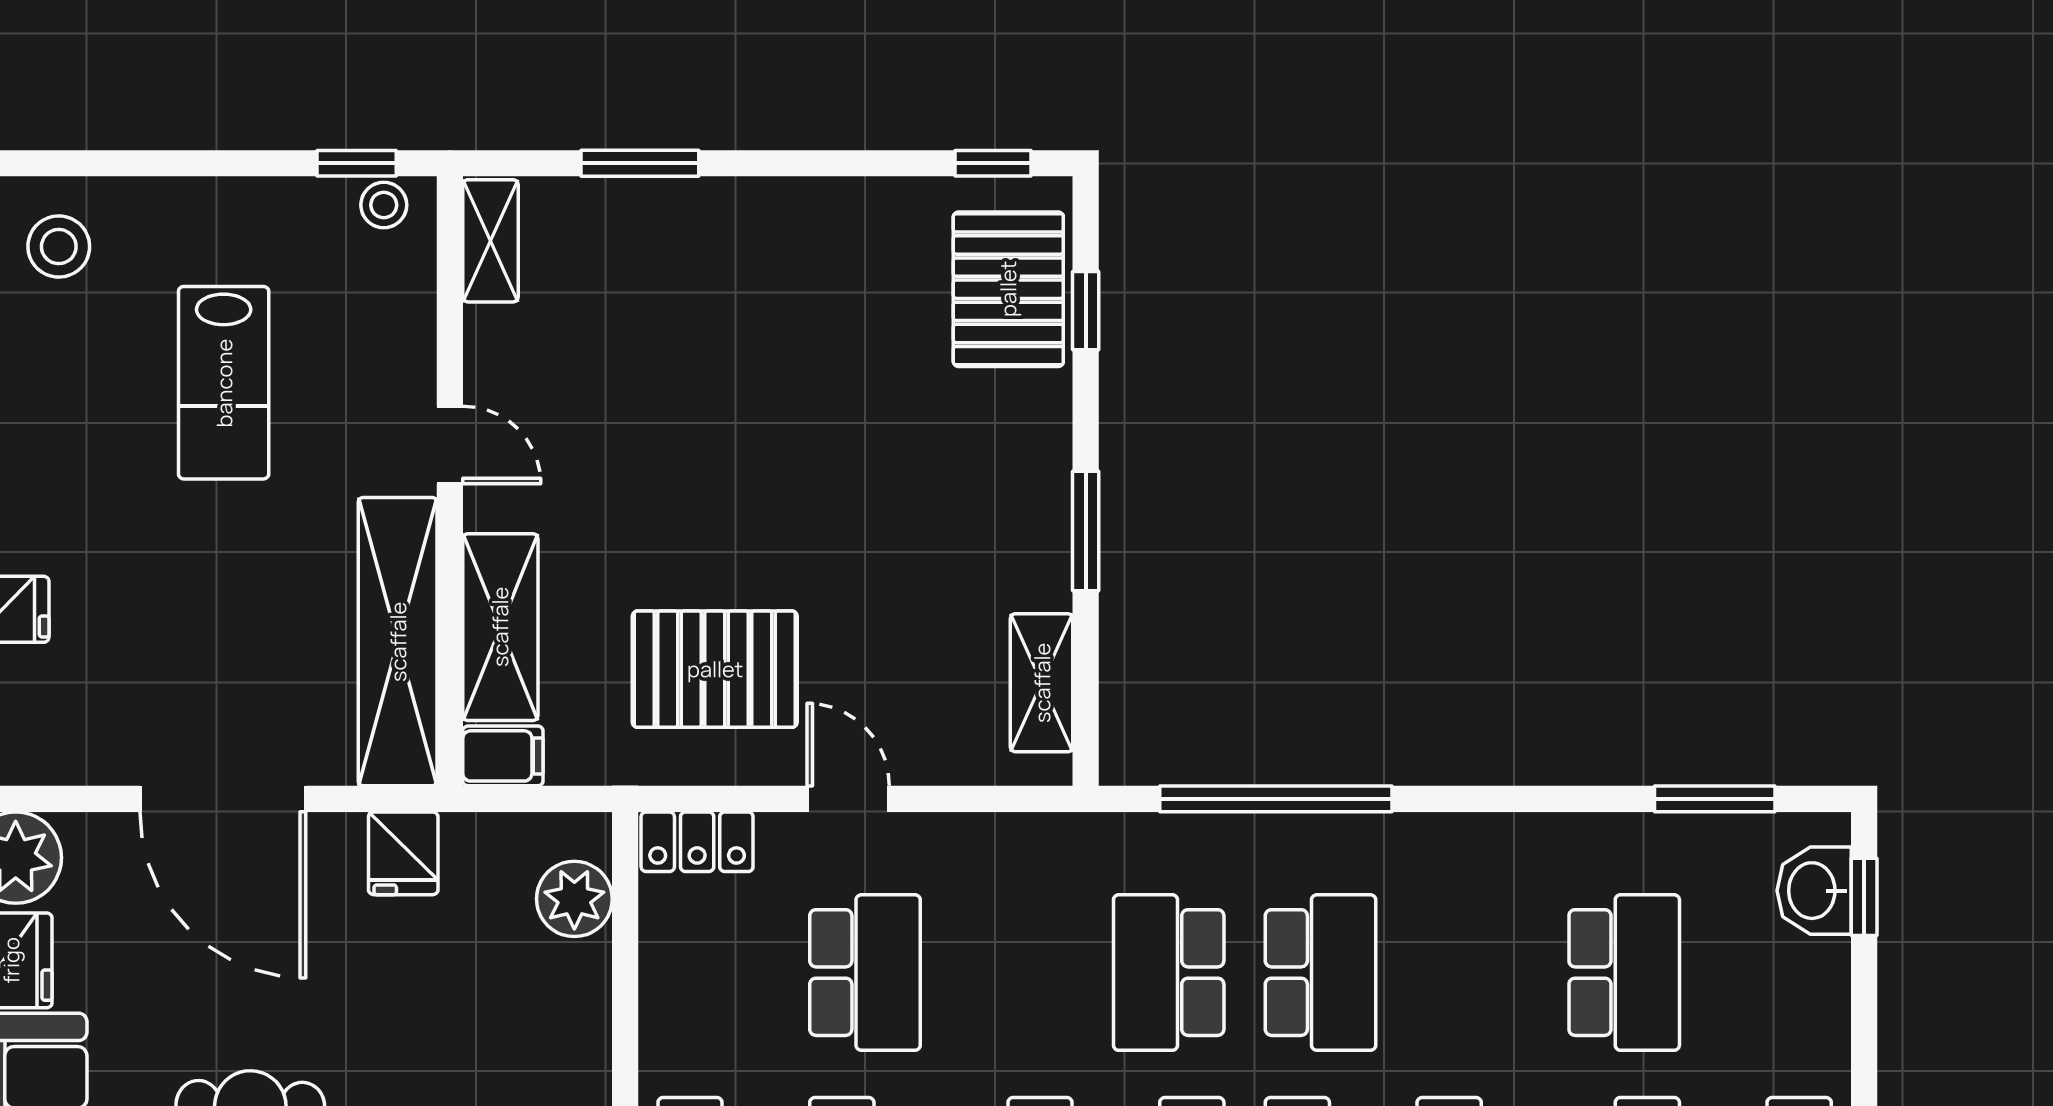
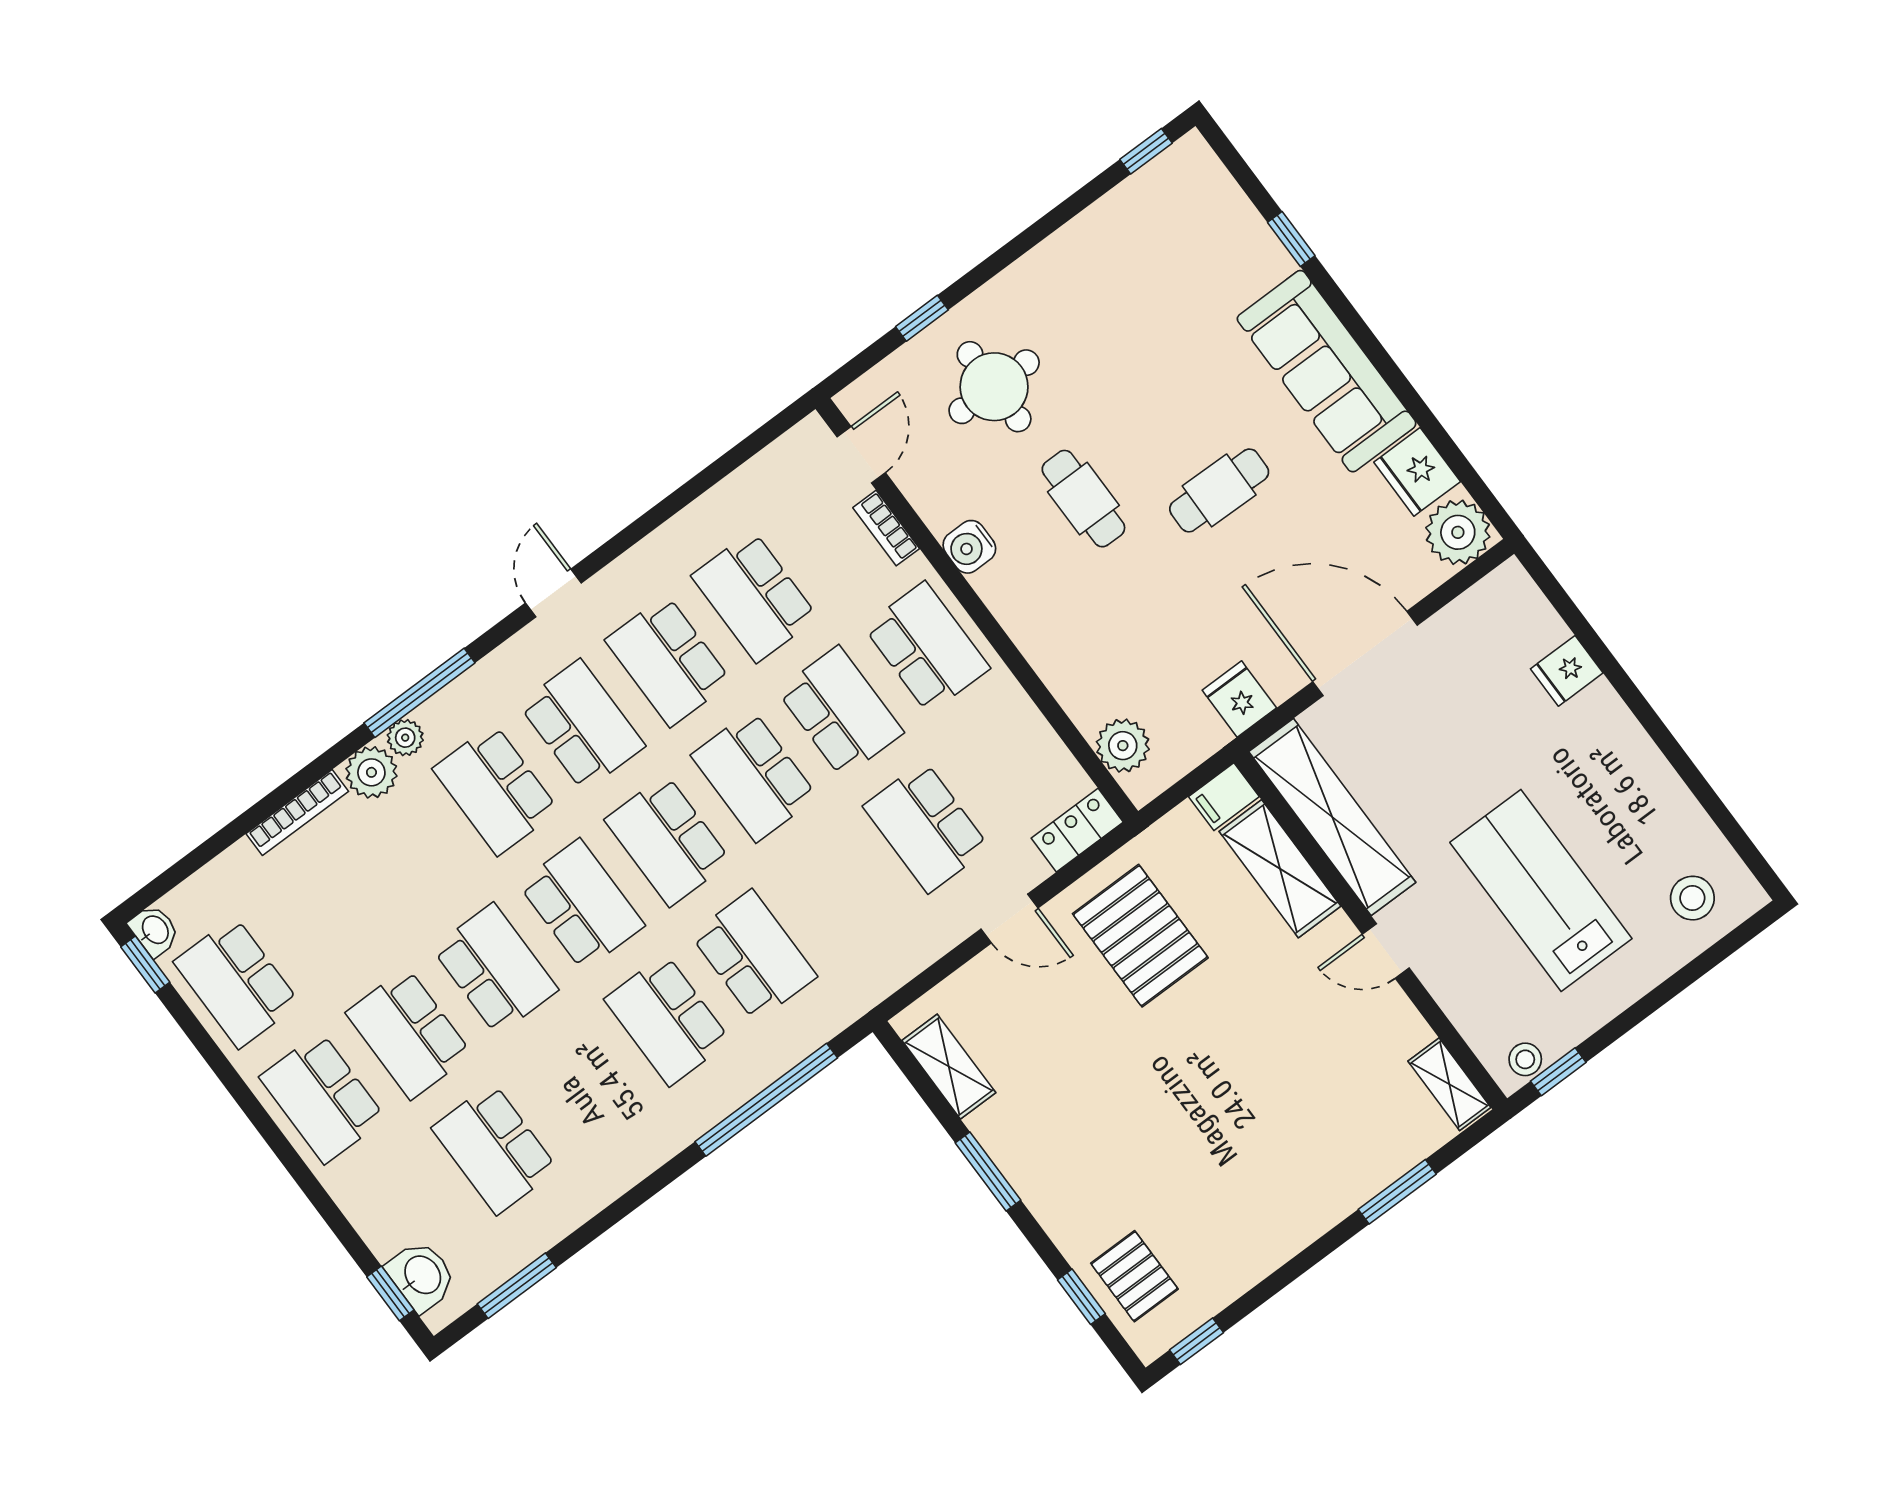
pallet: (1008, 289) -> (1134, 1276), width x0.67, depth x0.71
lab bench: (224, 383) -> (1541, 890), width x1.36, depth x1.39
pallet: (715, 669) -> (1140, 936), turned 90

